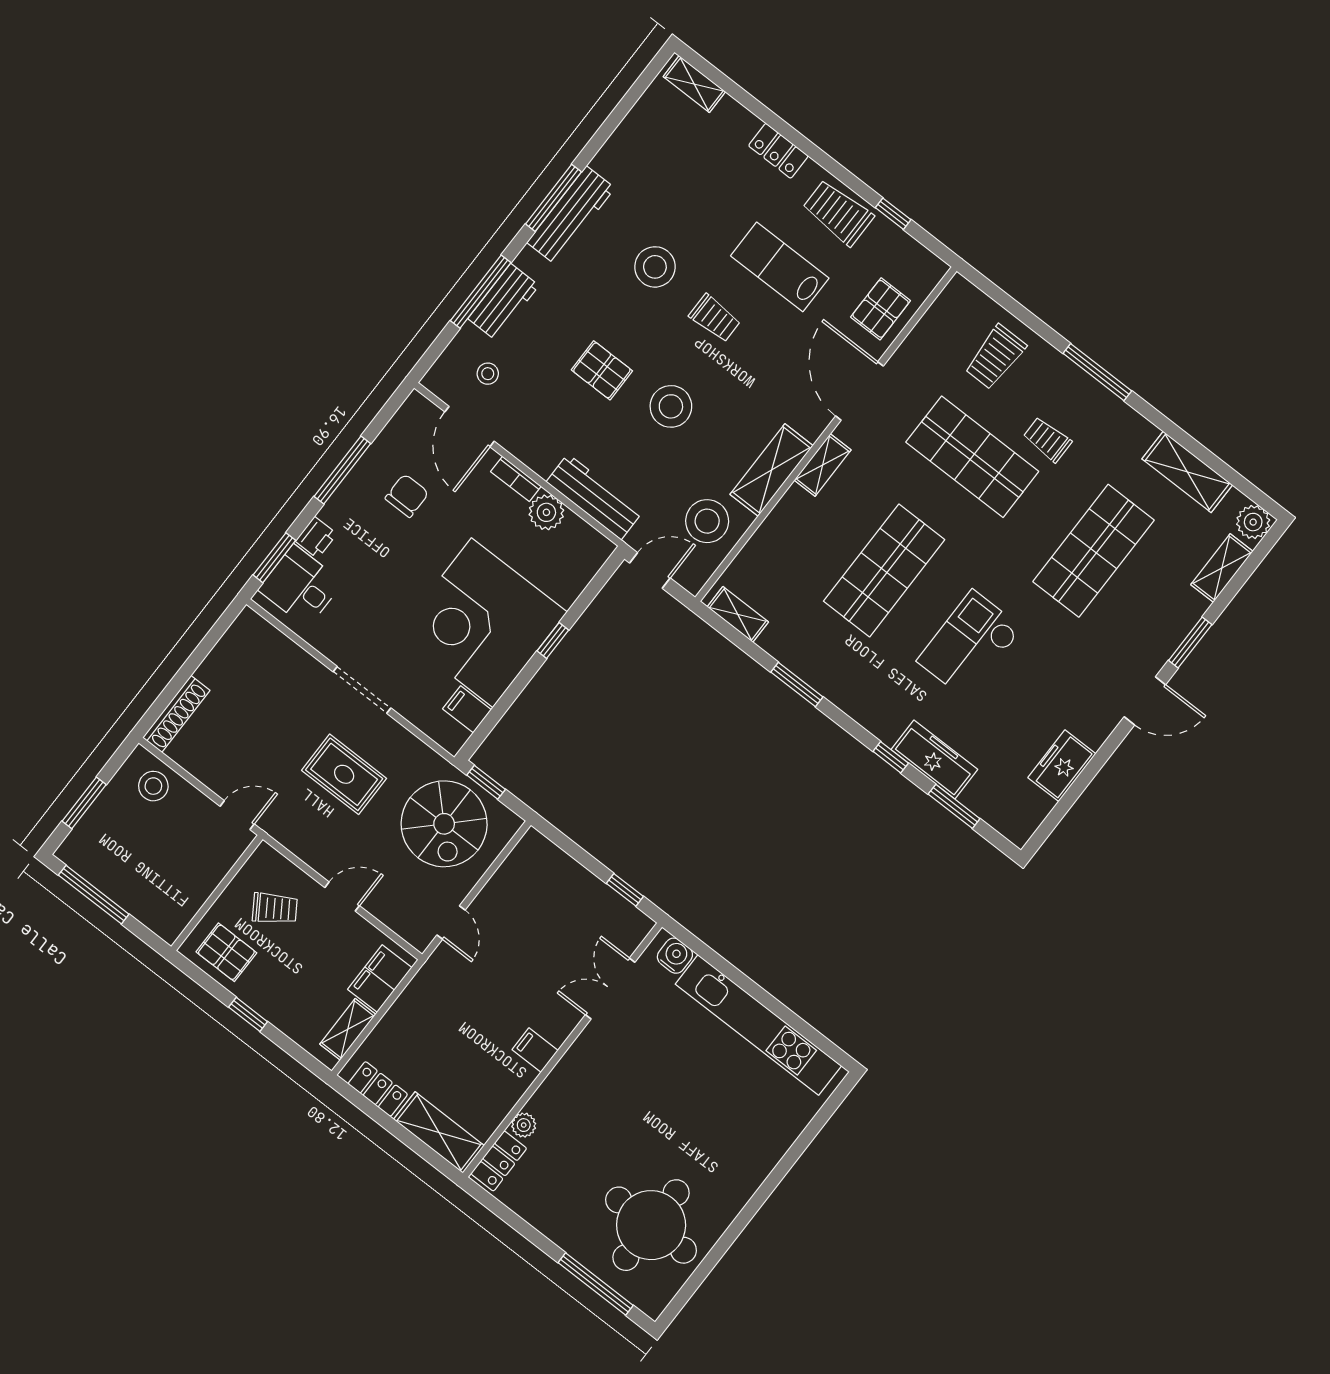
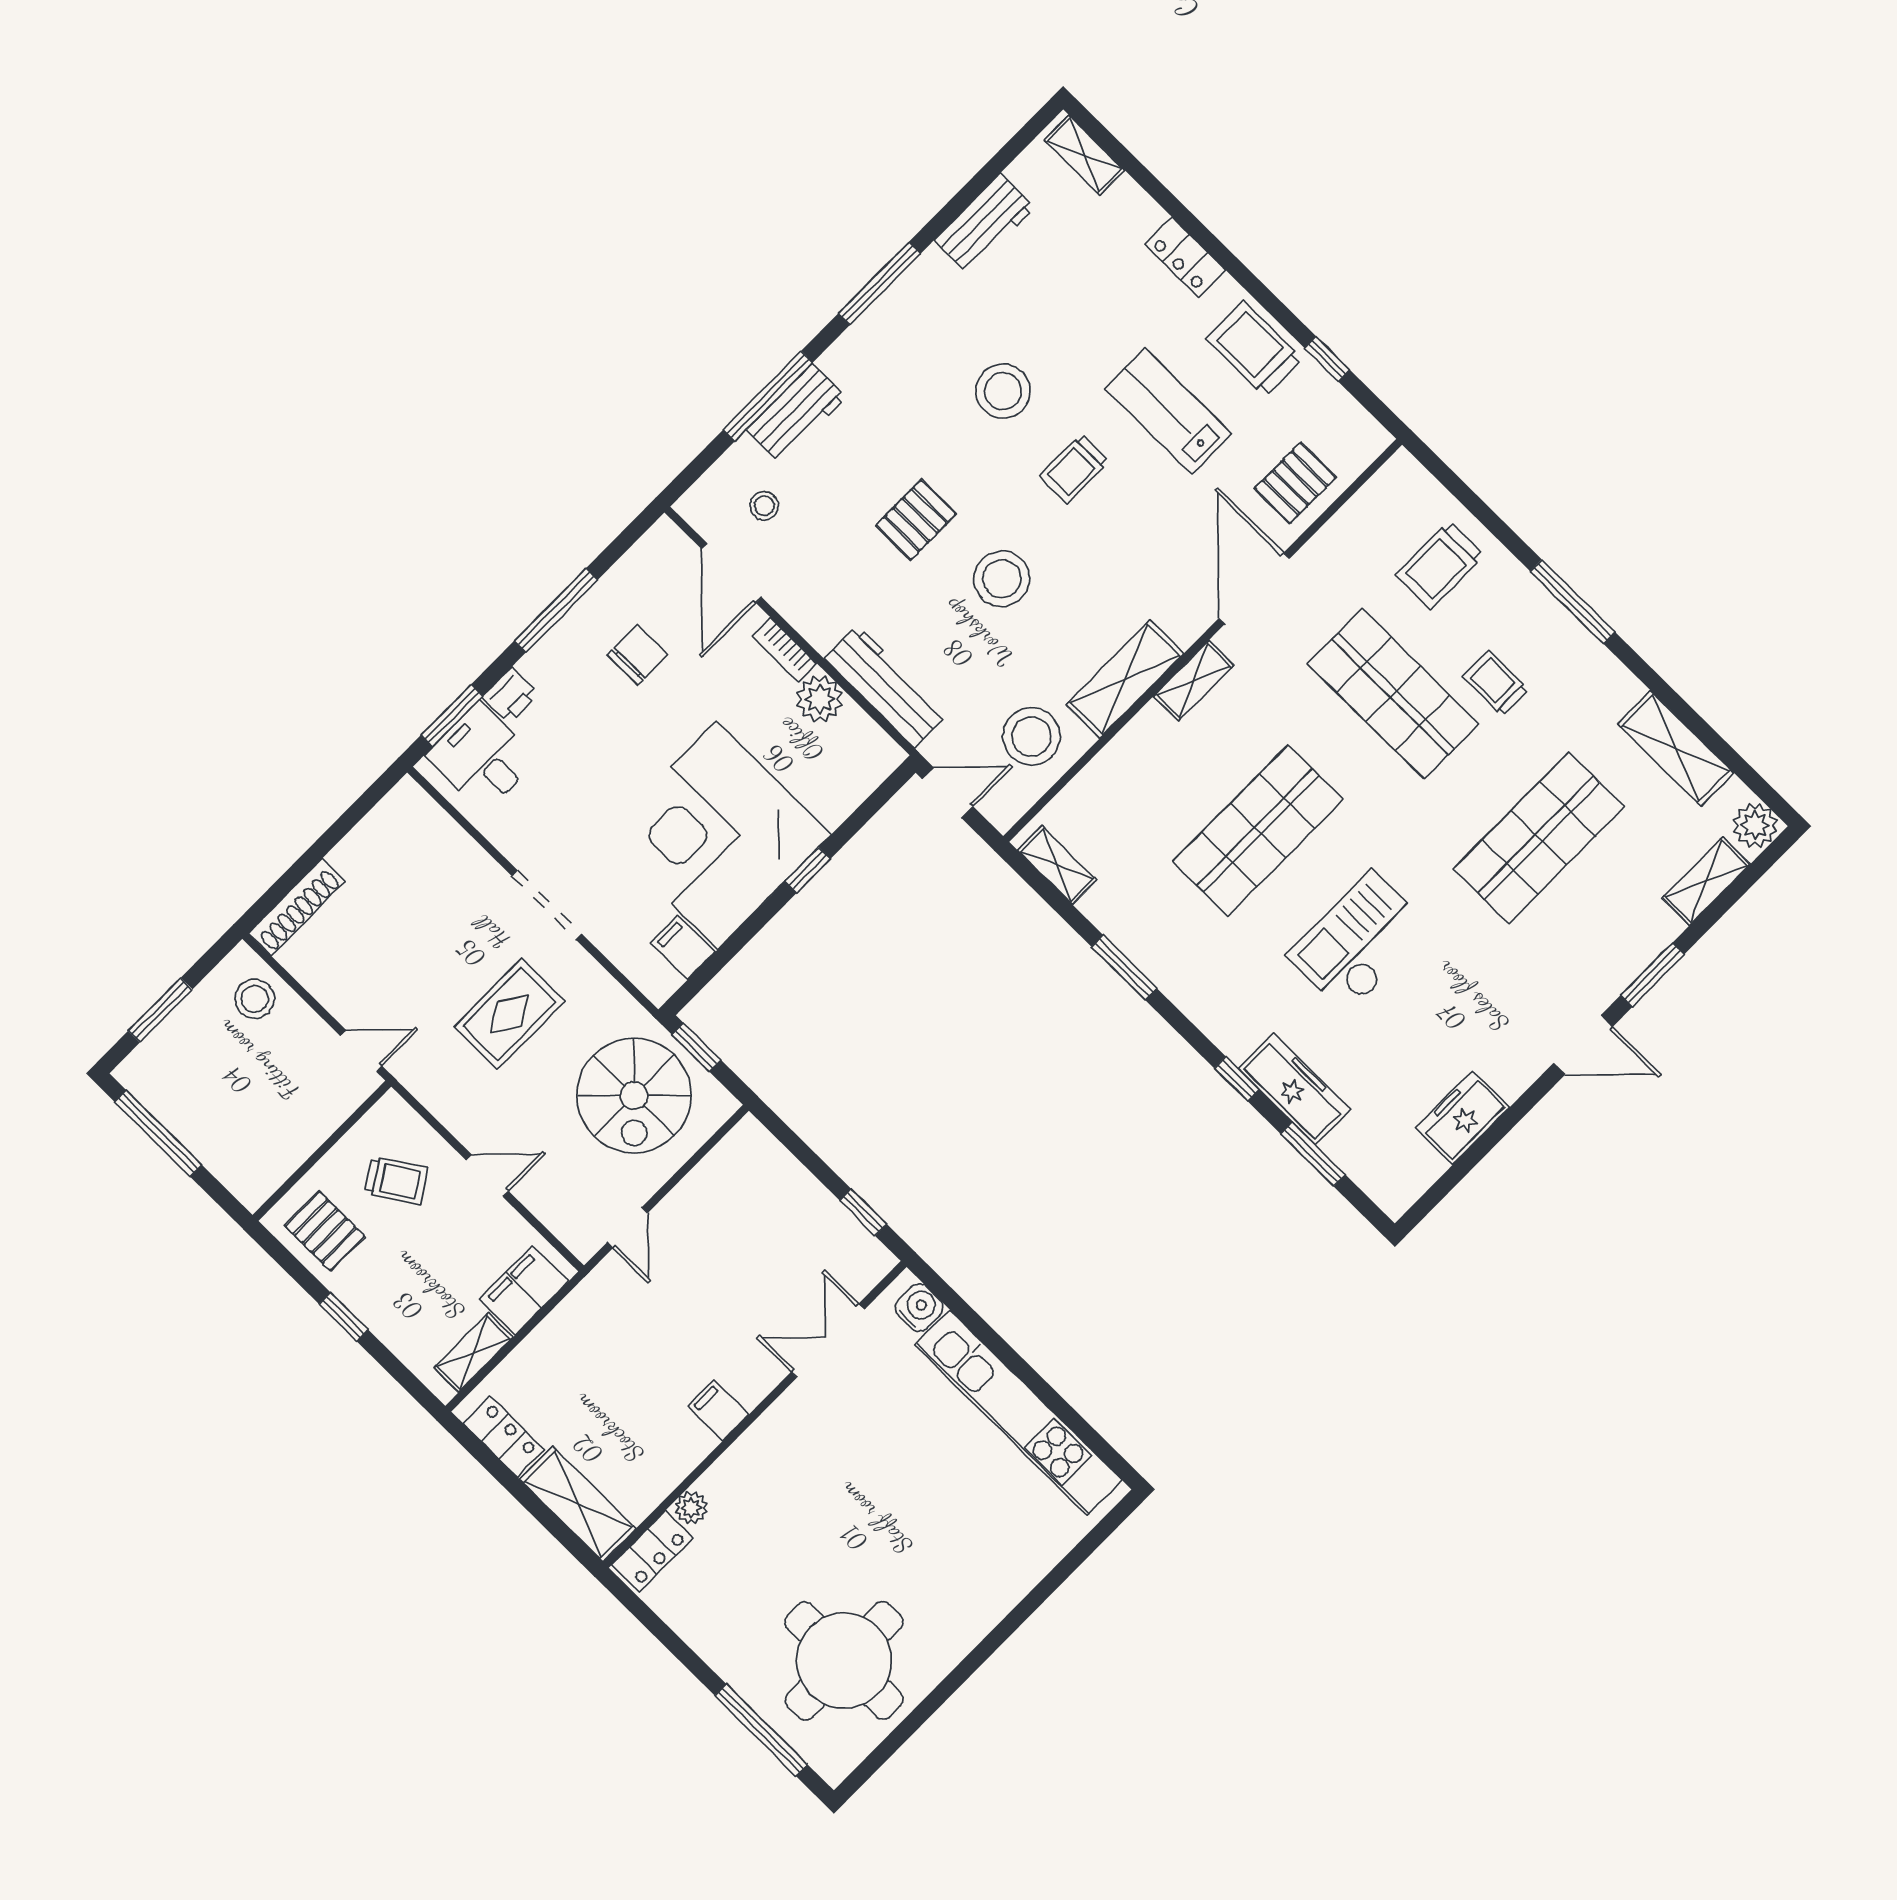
workbench: (571, 215) -> (984, 224), moved, width x0.73
trolley: (715, 318) -> (1074, 469), turned 90
pallet: (602, 370) -> (916, 520), turned 90
rug: (344, 774) -> (509, 1014), turned 90

